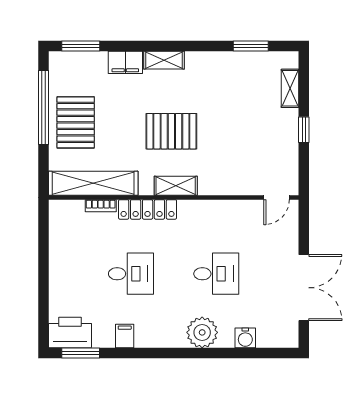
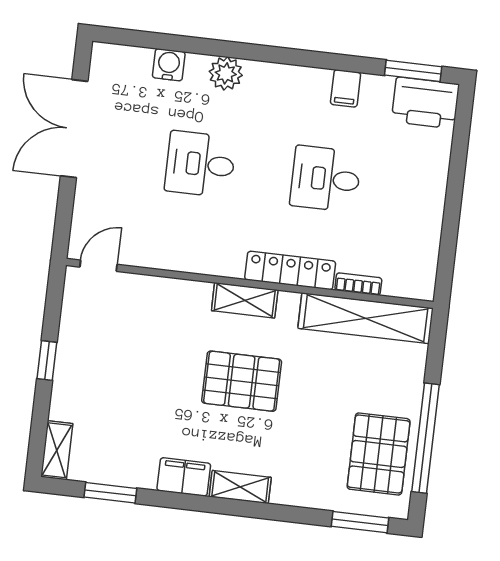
filing cabinet: (125, 62) -> (184, 477), moved
shelving: (290, 88) -> (57, 450), moved
pallet: (76, 122) -> (379, 454), moved
plant: (202, 332) -> (226, 73), width x0.73, depth x0.73

